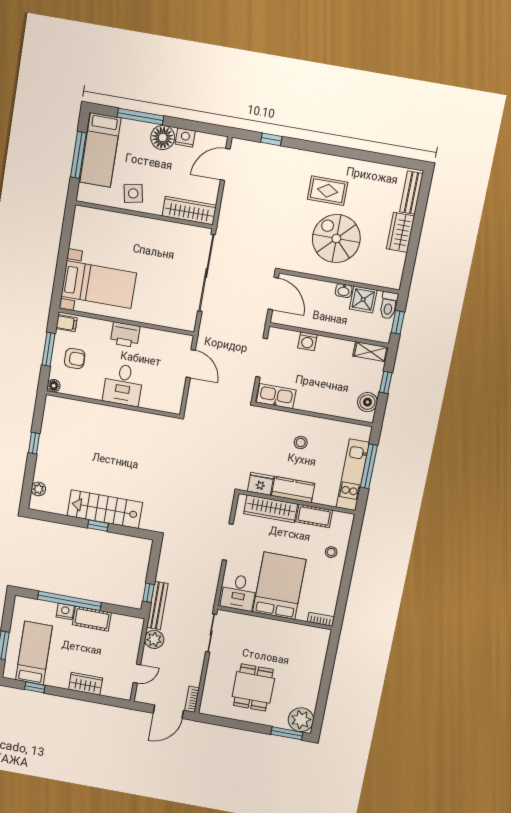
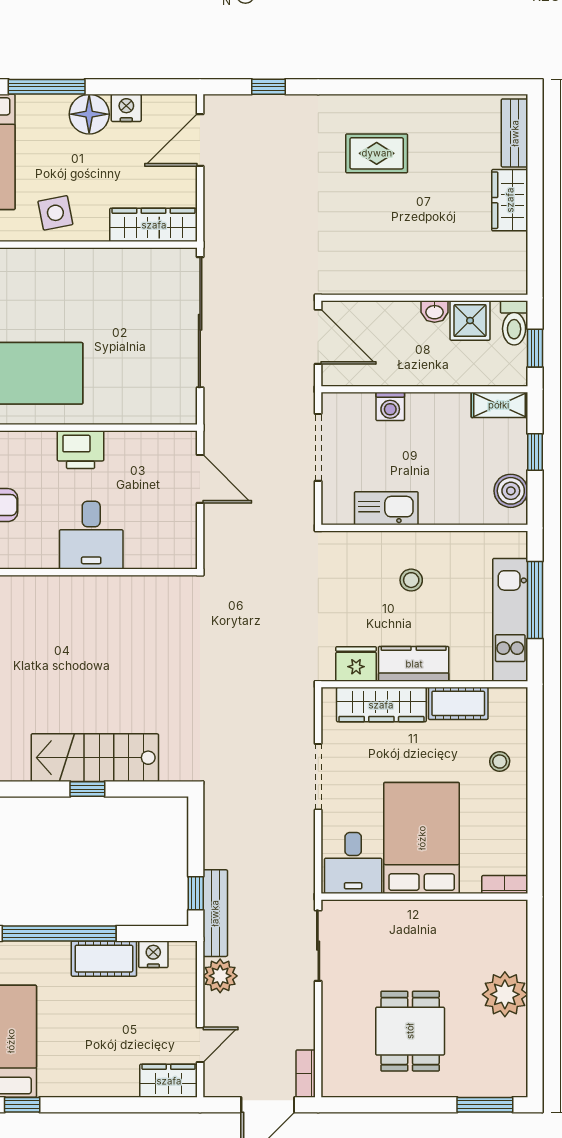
spiral stairs: (336, 239) -> (406, 228), removed
kitchen sink: (276, 396) -> (386, 508), moved
nightstand: (65, 611) -> (153, 954), moved
wardrobe: (86, 684) -> (169, 1081), moved
plant: (301, 720) -> (505, 994), moved

